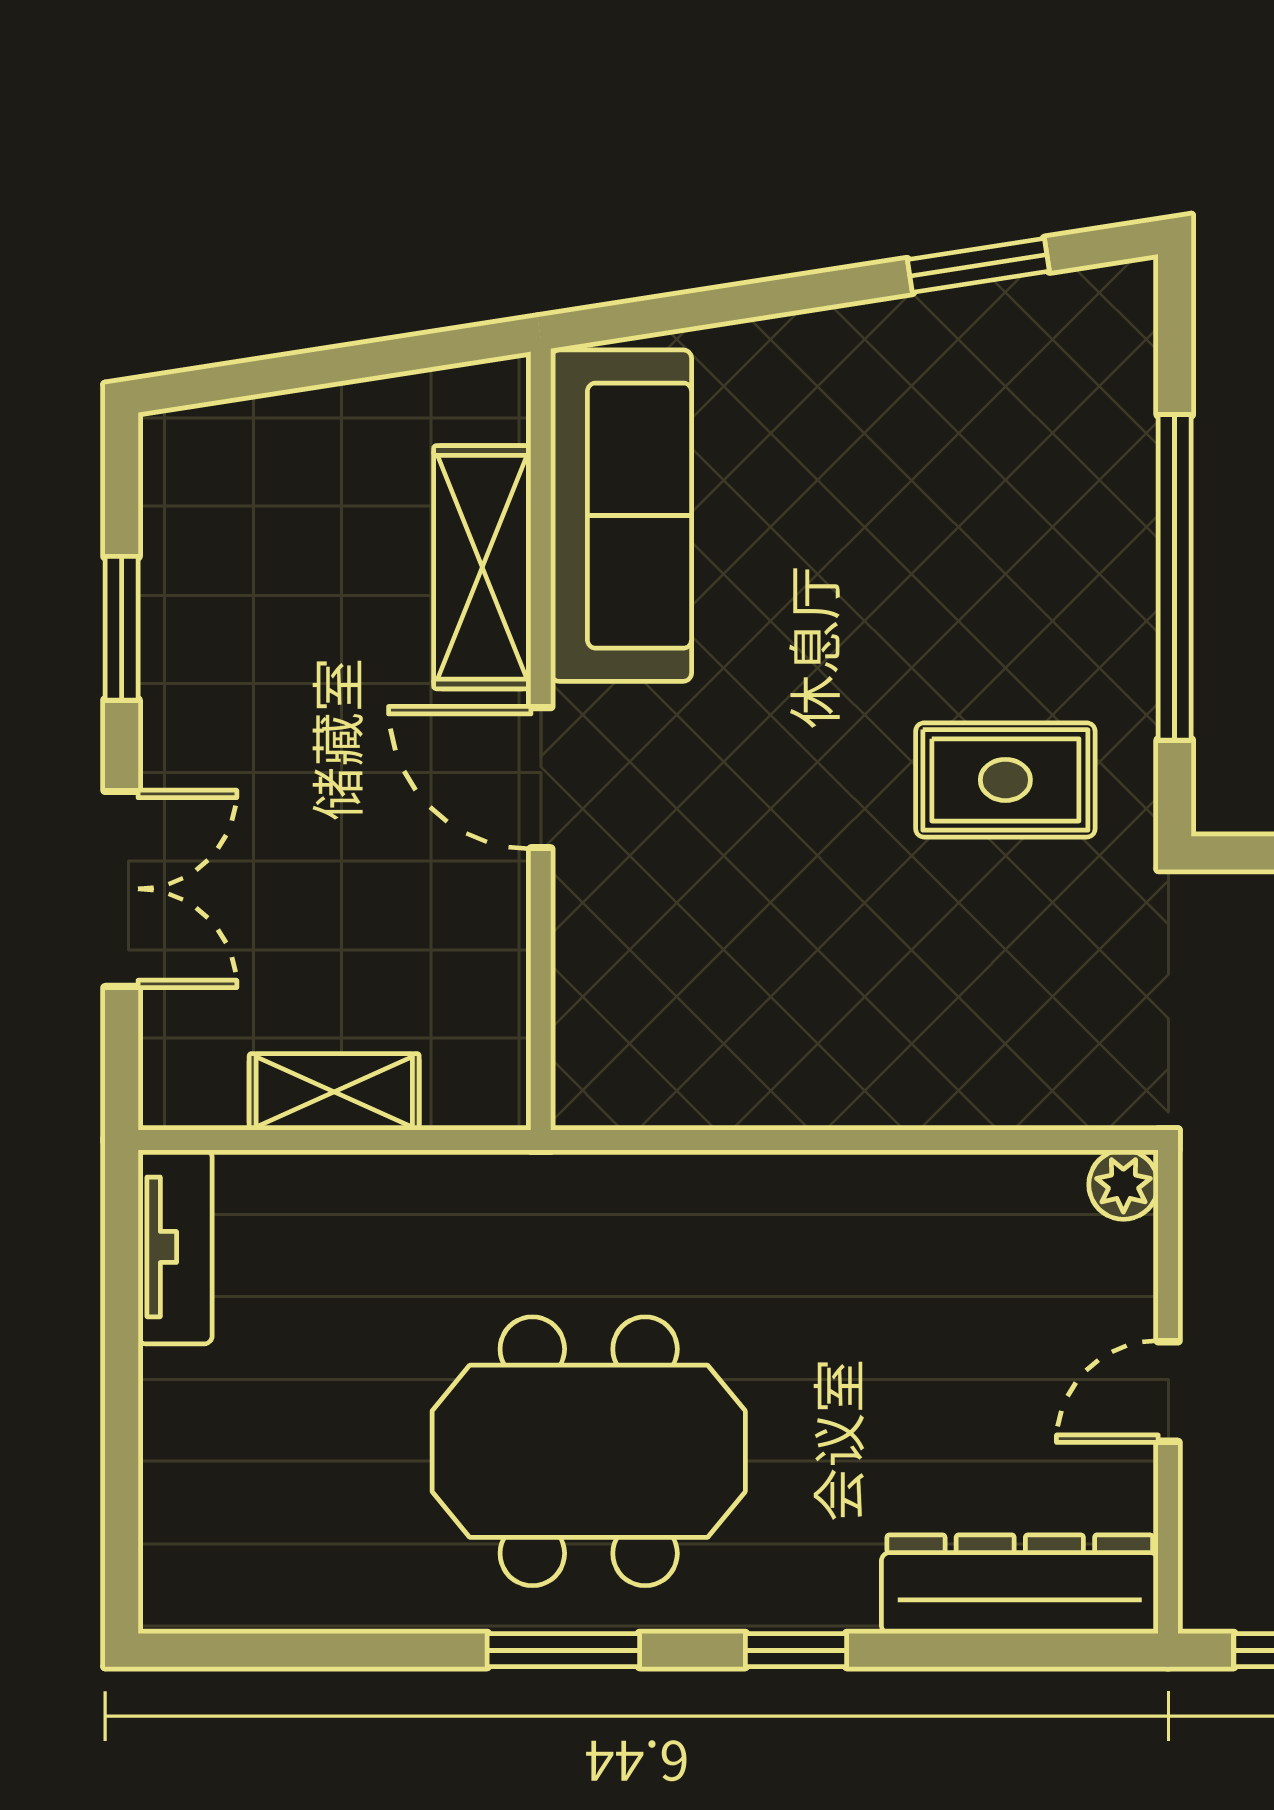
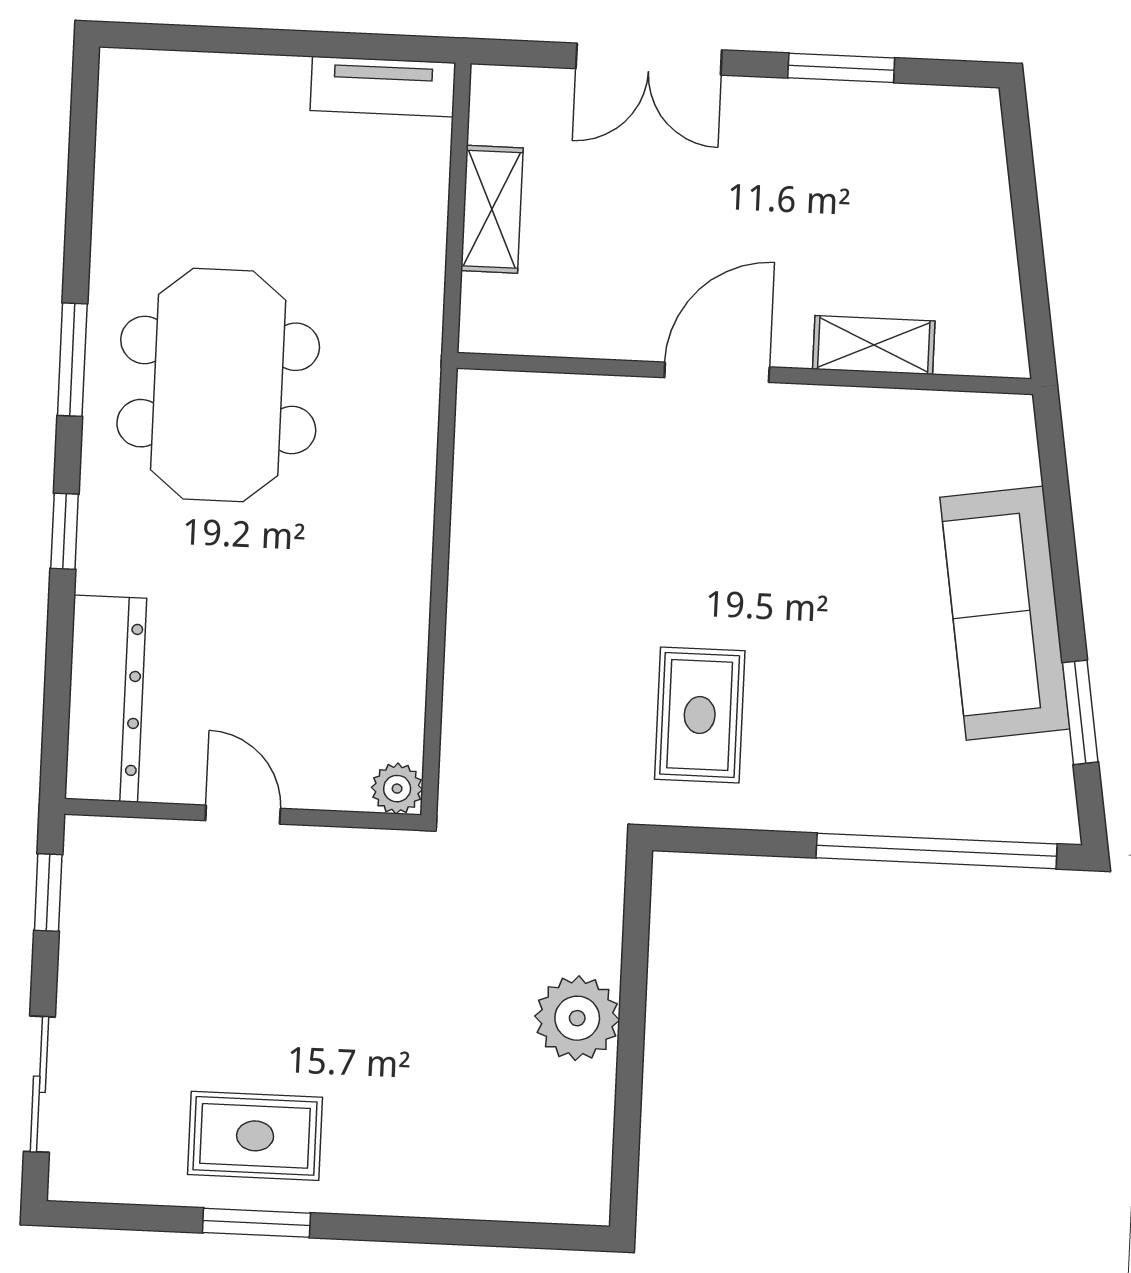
sofa: (621, 516) -> (1005, 613), moved, turned 81
shelving: (482, 567) -> (874, 345), width x0.67, depth x0.75
window: (1175, 577) -> (937, 851), moved

